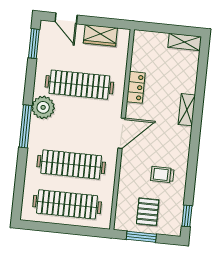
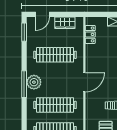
door: (66, 18) -> (42, 14), hinge flipped
locker: (136, 87) -> (90, 34), moved
plant: (43, 107) -> (34, 82), moved

